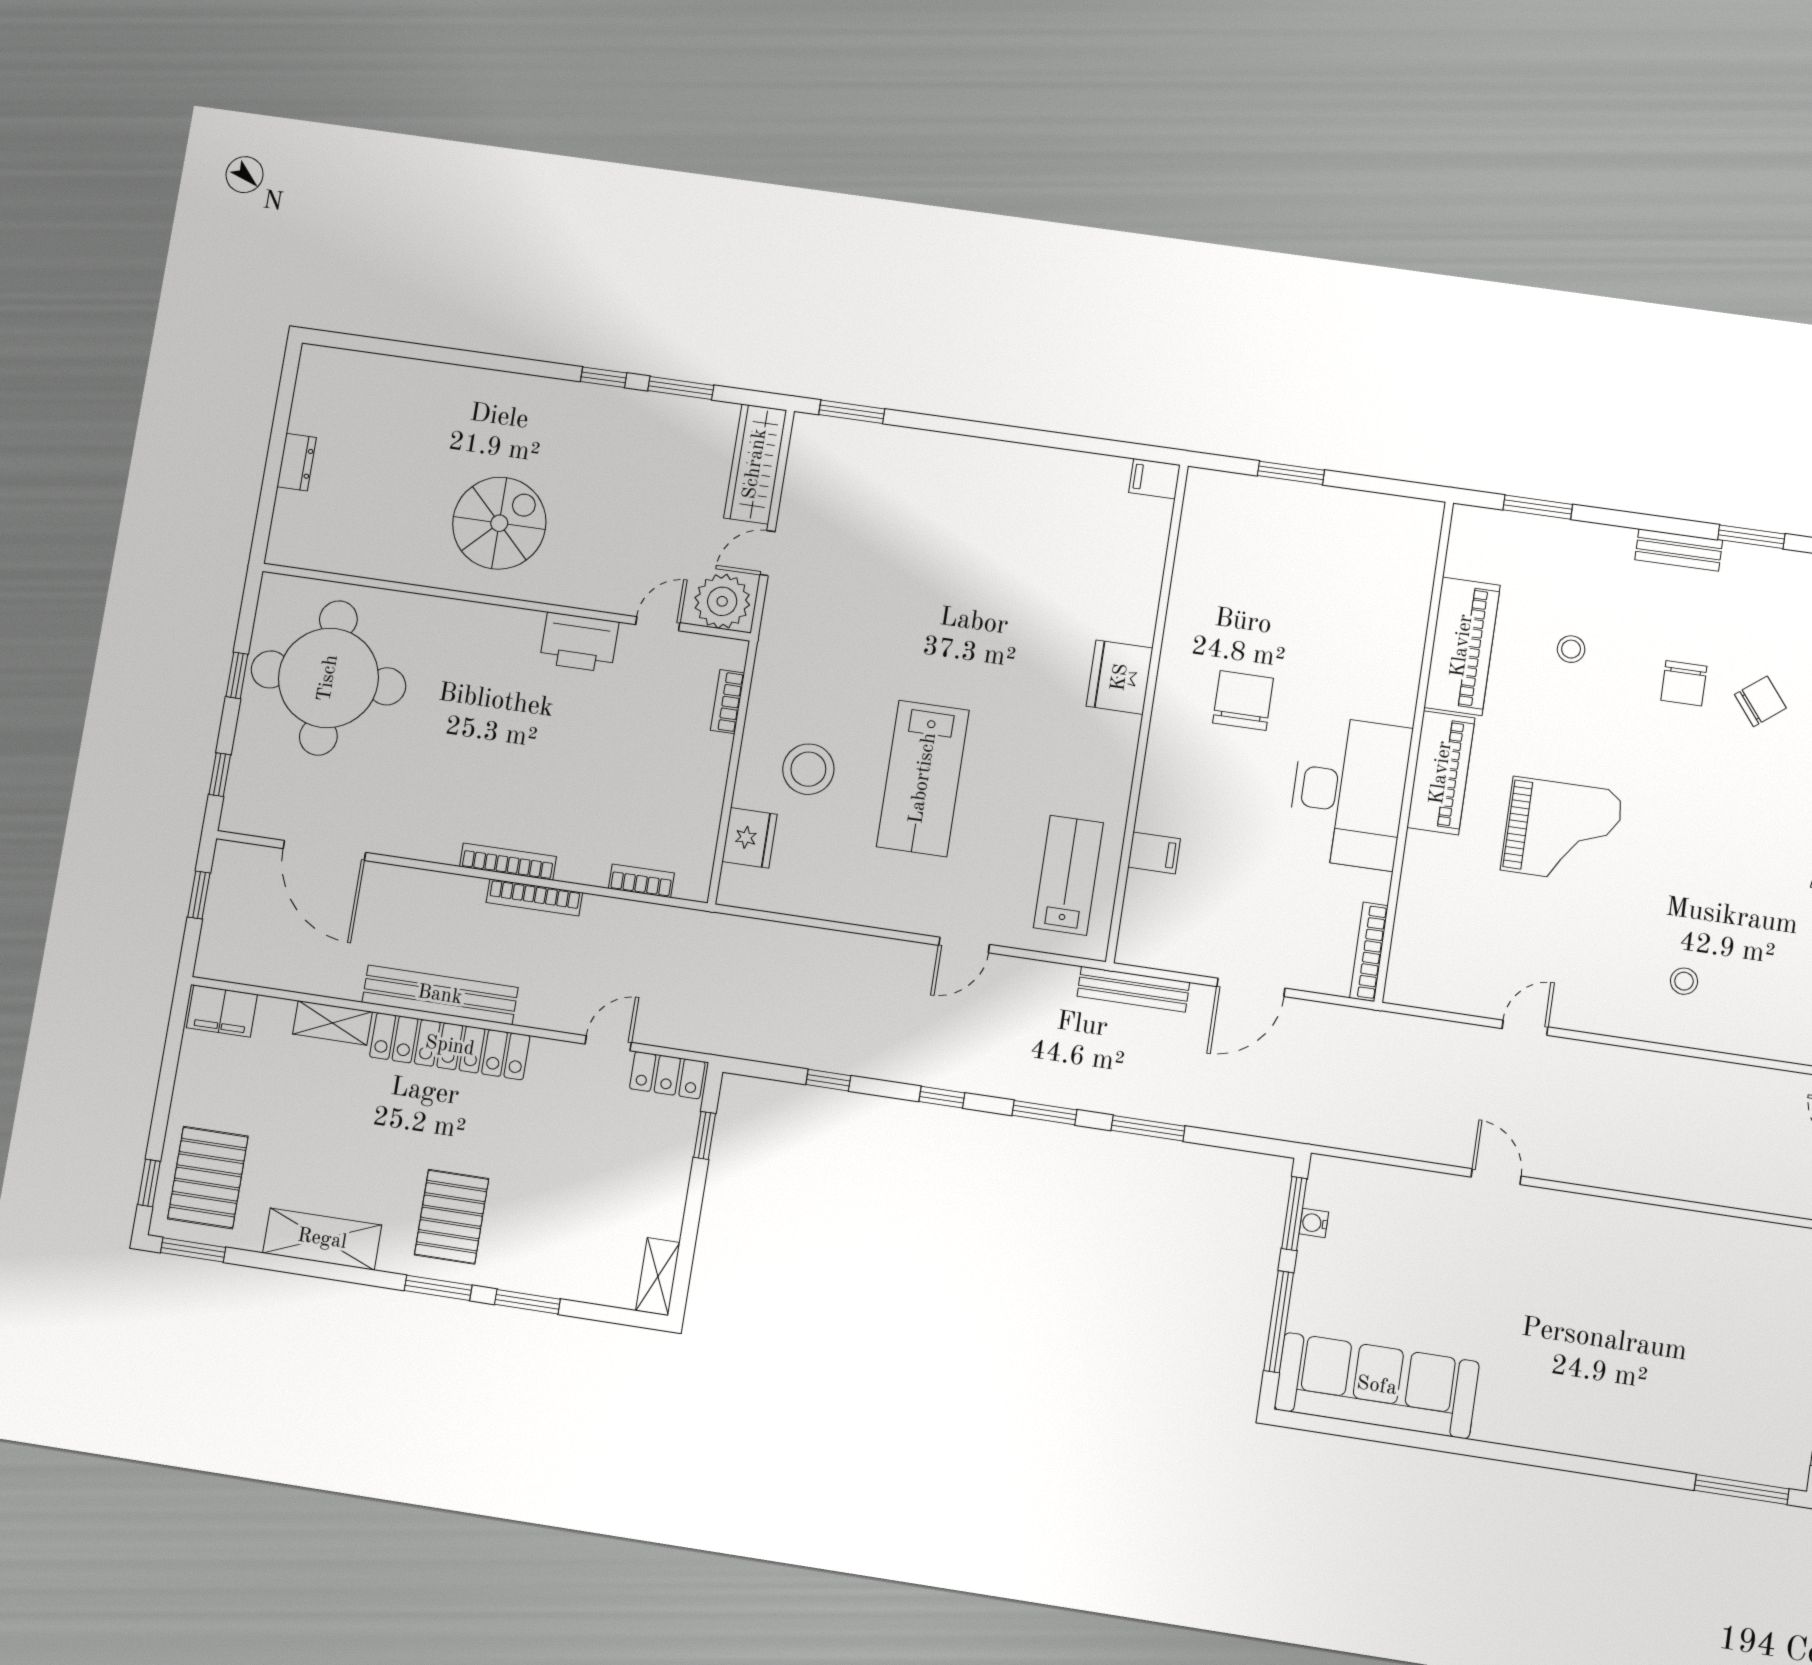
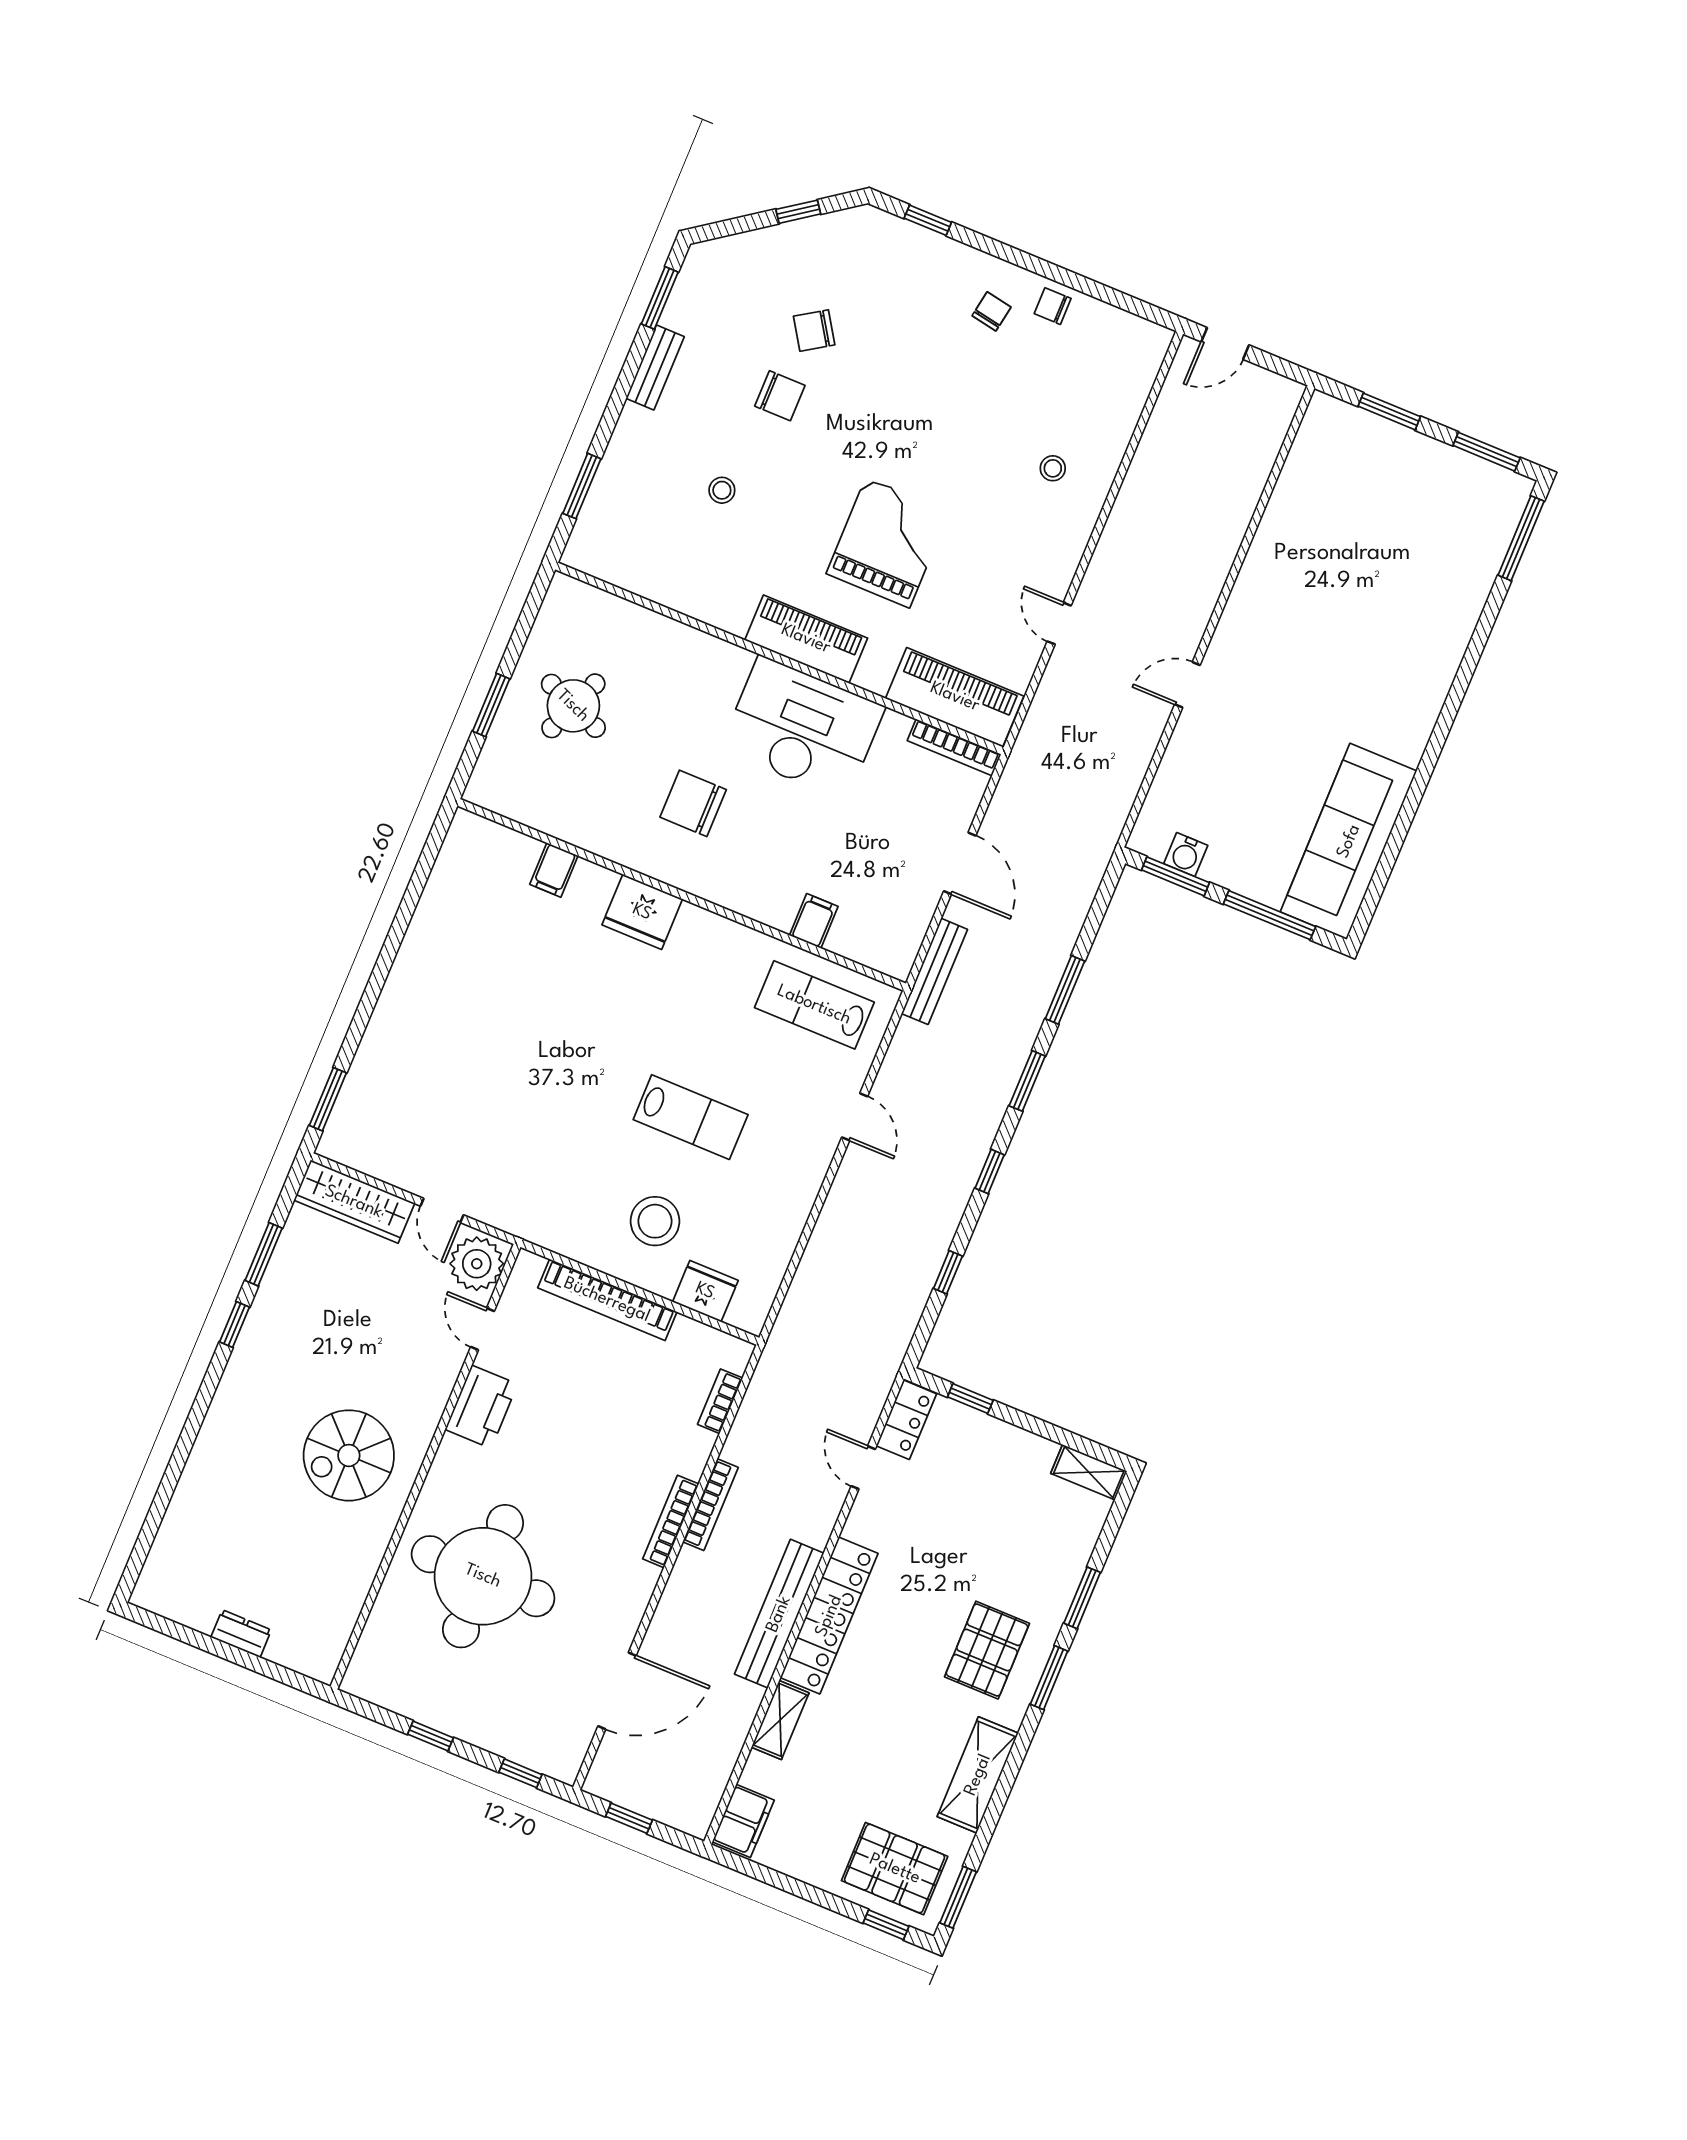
filing cabinet: (1154, 479) -> (554, 870), moved
spiral stairs: (499, 523) -> (349, 1455), turned -90
round table: (1311, 555) -> (573, 706), added
piano: (1462, 646) -> (955, 697), moved
round table: (328, 678) -> (483, 1576), moved
chair: (1760, 701) -> (814, 331), turned -85
bookcase: (727, 702) -> (607, 1300), width x2.31, depth x1.31
lab bench: (923, 778) -> (691, 1117), width x0.73, depth x0.72
pallet: (452, 1217) -> (987, 1650), turned 90
water cooler: (1314, 1223) -> (1186, 855), width x1.38, depth x1.38

